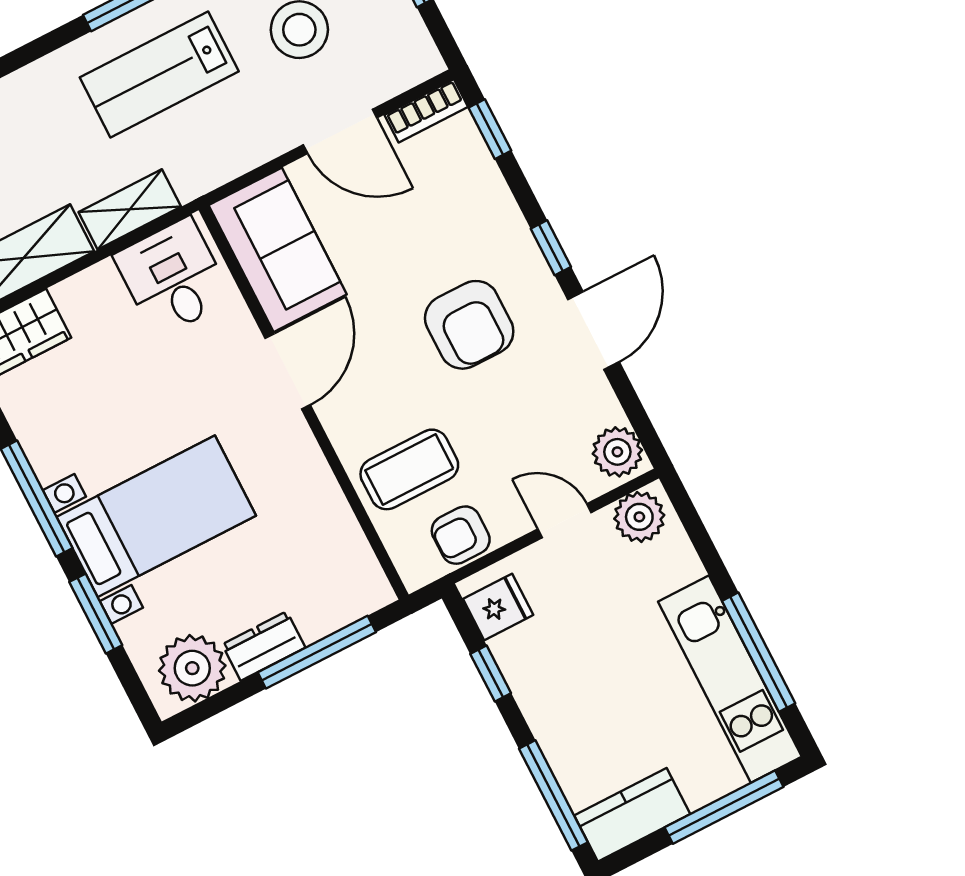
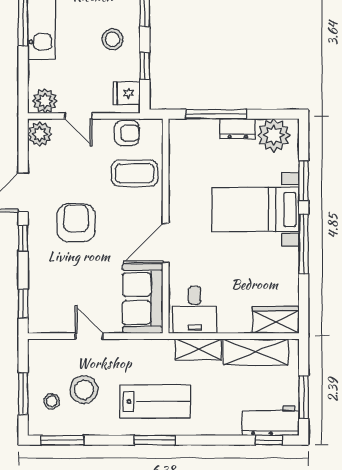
bookcase: (426, 111) -> (47, 326), removed
door: (340, 131) -> (89, 336), width x0.73
stool: (574, 692) -> (112, 39), added

